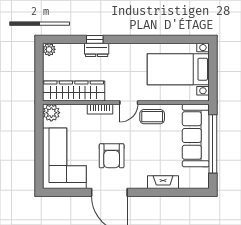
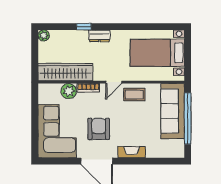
dresser: (97, 50) -> (99, 36), moved
plant: (51, 113) -> (69, 91), moved
armchair: (112, 156) -> (99, 129), turned 180
fireplace: (163, 182) -> (132, 152), moved

